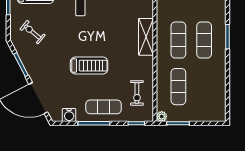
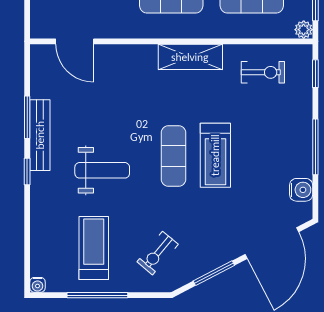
shelving: (146, 37) -> (190, 57), moved
treadmill: (89, 66) -> (215, 155), turned 180
exercise mat: (104, 107) -> (173, 156), moved

